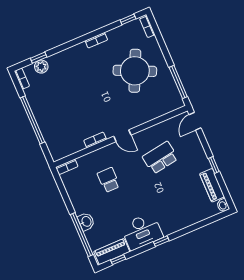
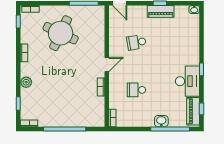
plant: (41, 67) -> (26, 82), moved
school desk: (160, 158) -> (136, 42), width x0.54
piano: (212, 185) -> (161, 11), moved

